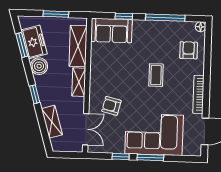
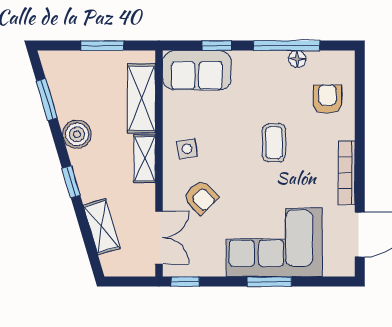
floor lamp: (201, 27) -> (297, 59), moved
freezer: (34, 42) -> (67, 94), removed
side table: (104, 77) -> (187, 149), added
armchair: (111, 106) -> (201, 197), turned -148
window: (121, 157) -> (185, 282), moved

